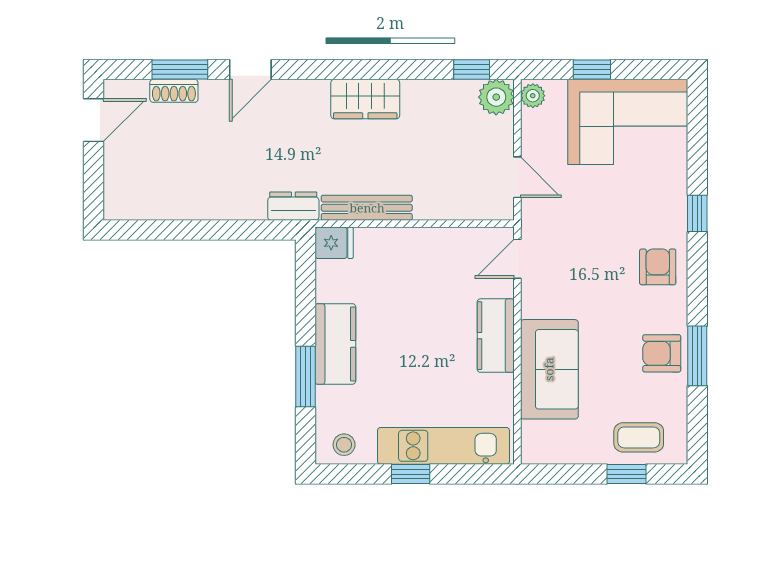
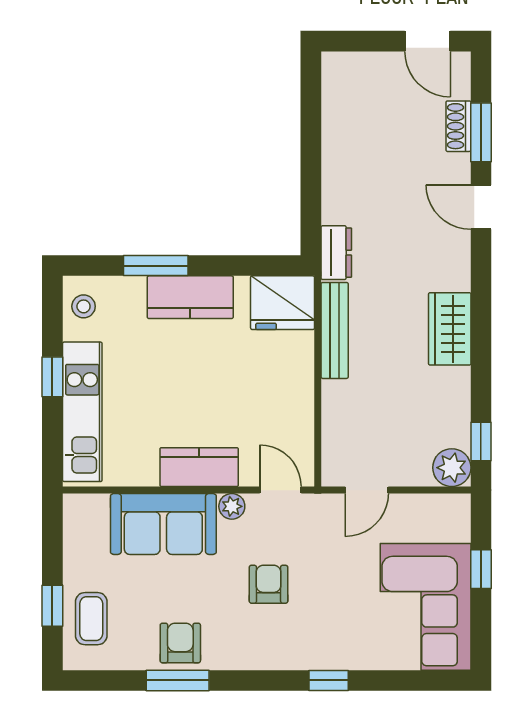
plant: (533, 96) -> (232, 506), moved
fridge: (334, 243) -> (283, 303), width x1.88, depth x1.34
armchair: (658, 267) -> (269, 584), moved, turned -90

